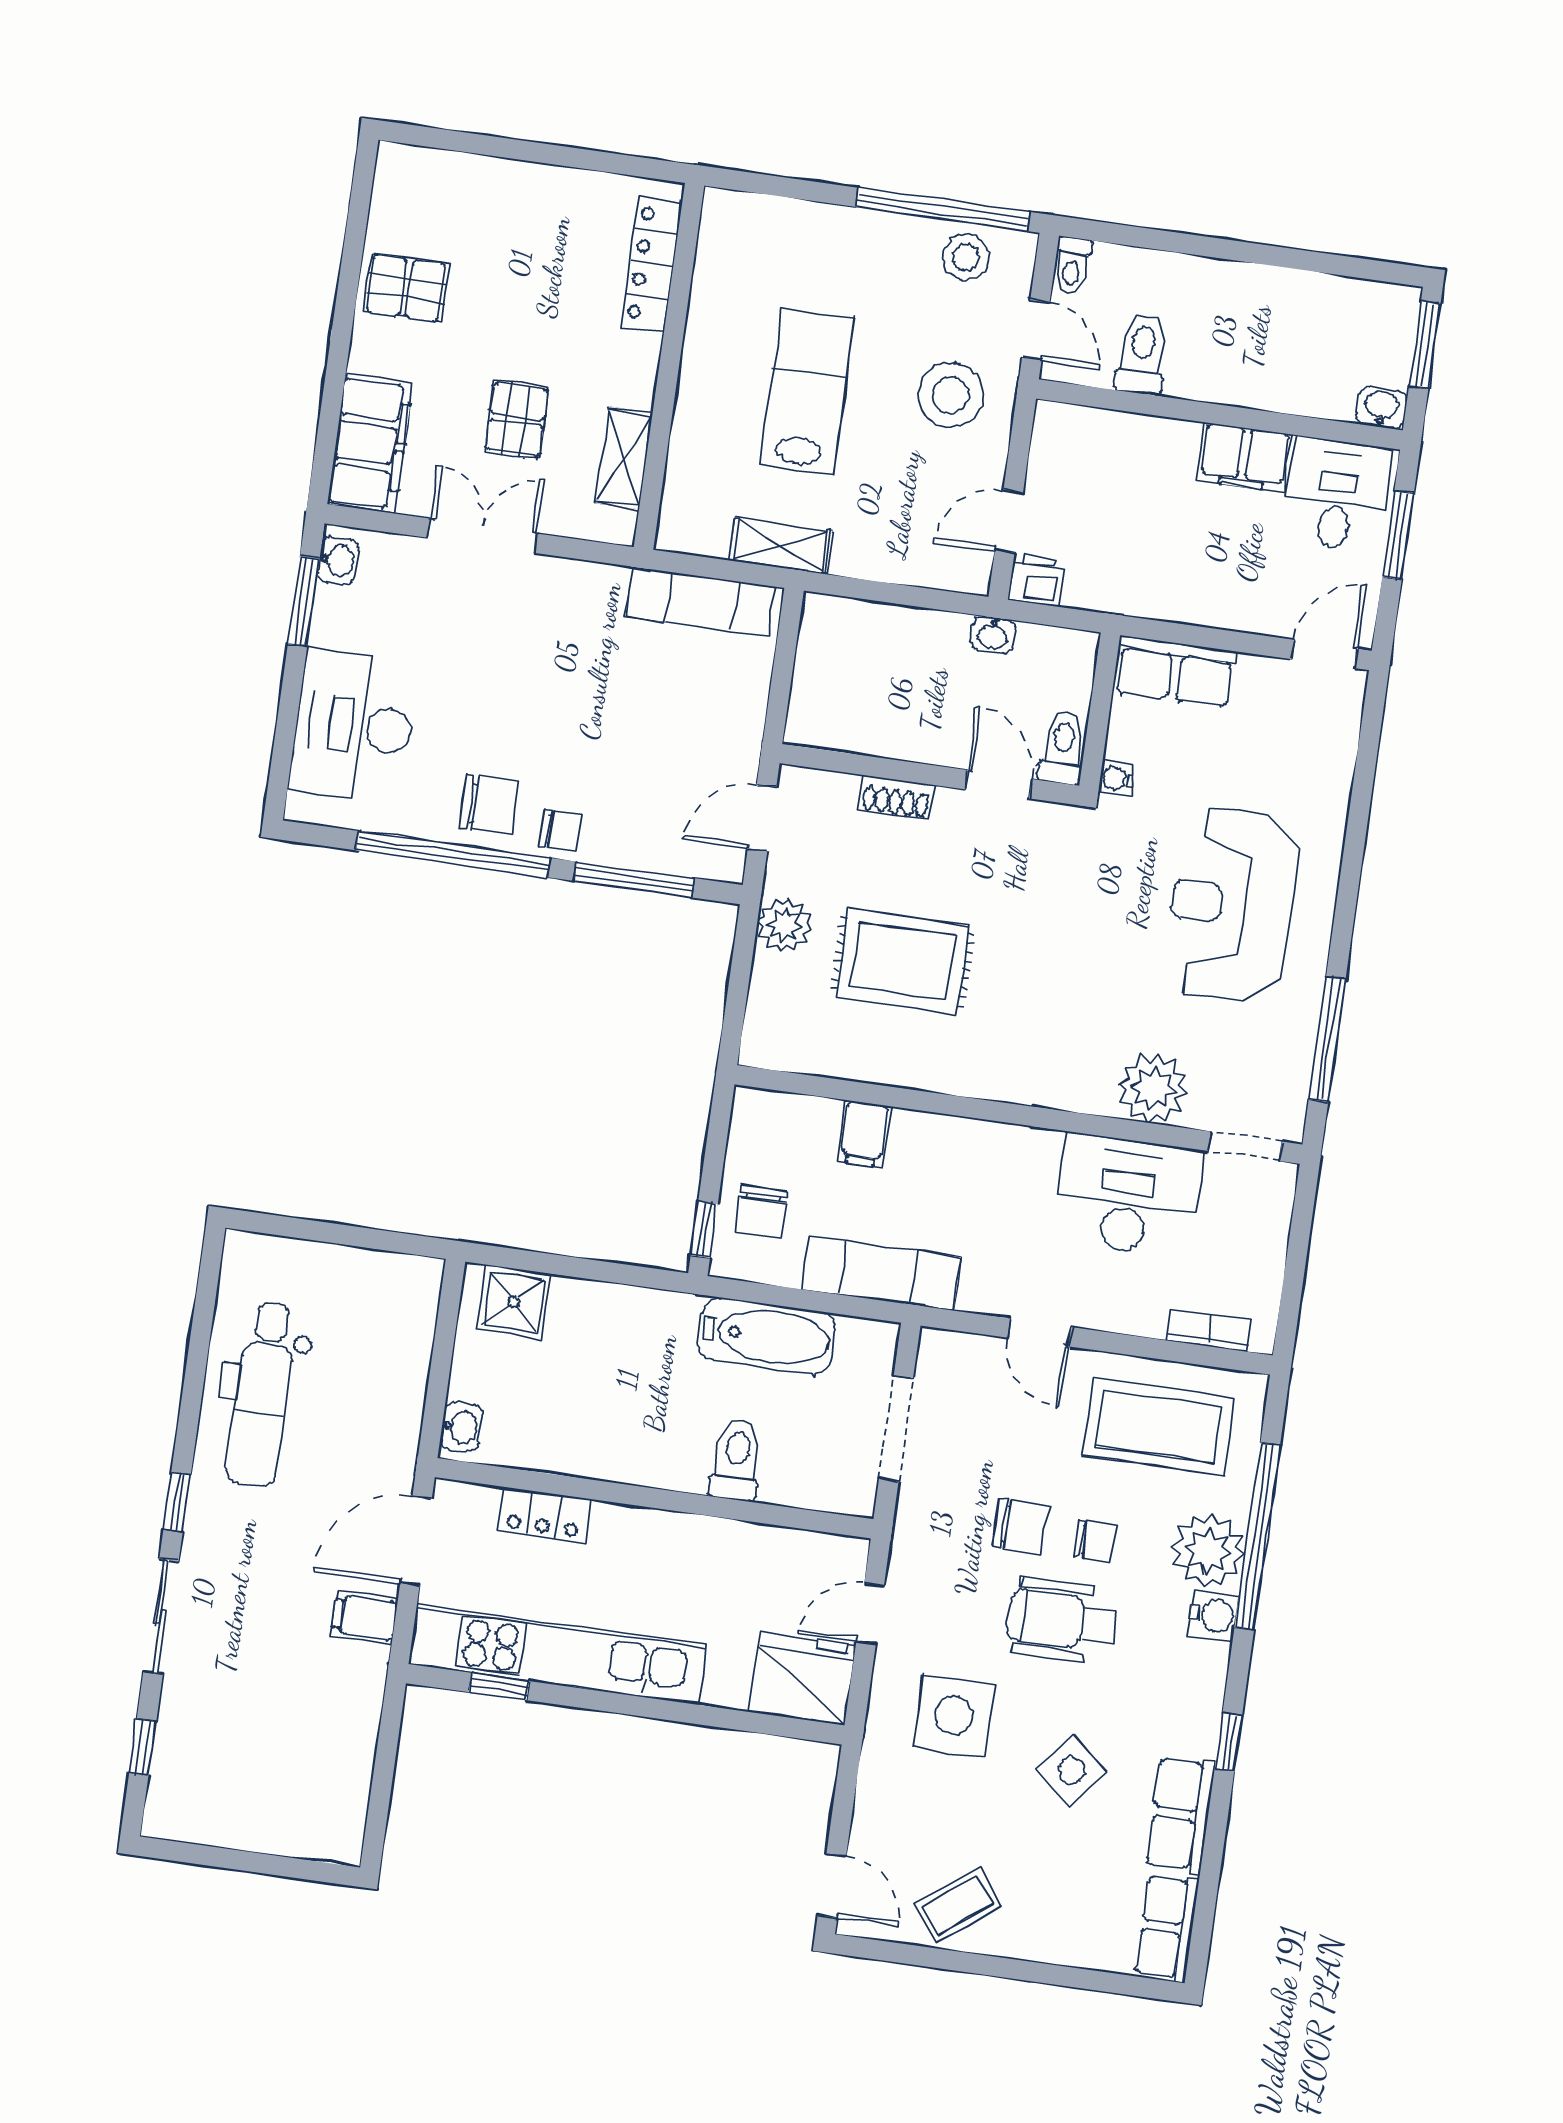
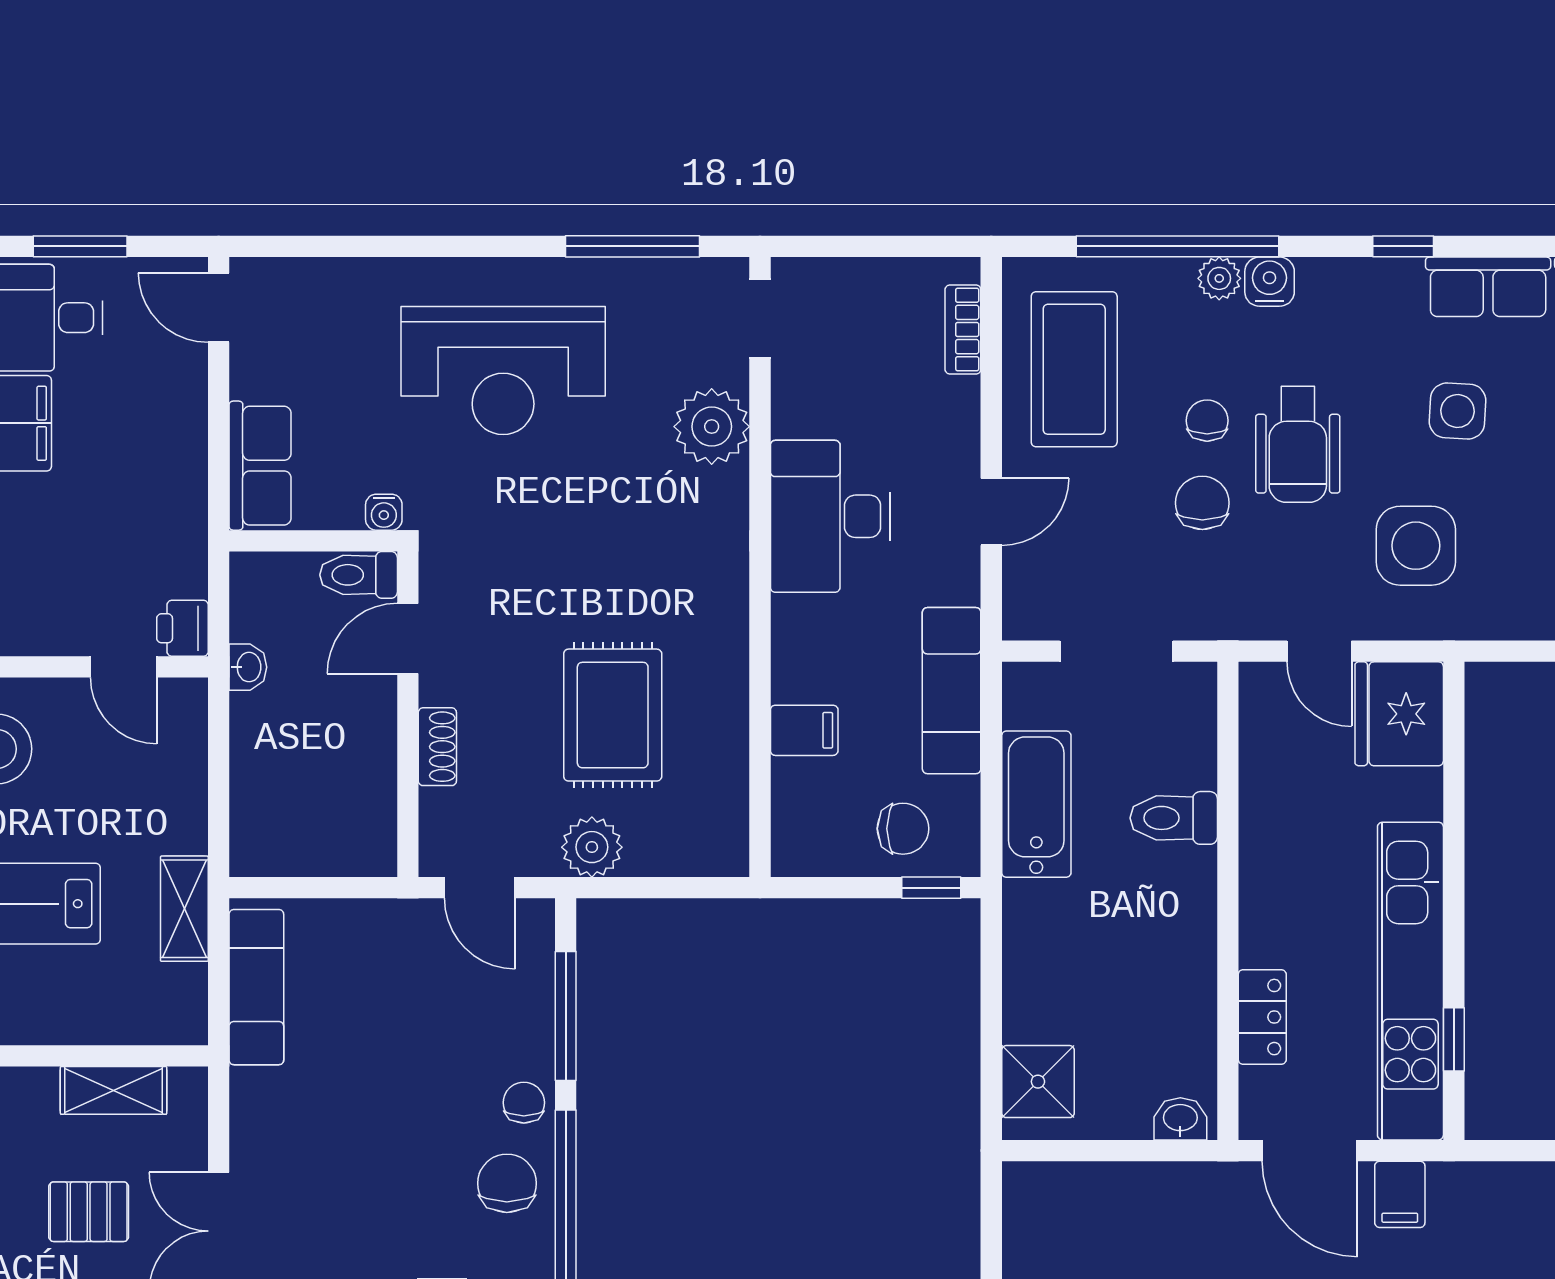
desk: (1127, 1195) -> (830, 516), moved
plant: (1208, 1551) -> (1219, 278), width x0.53, depth x0.53
side table: (1071, 1770) -> (1458, 411), turned -36

